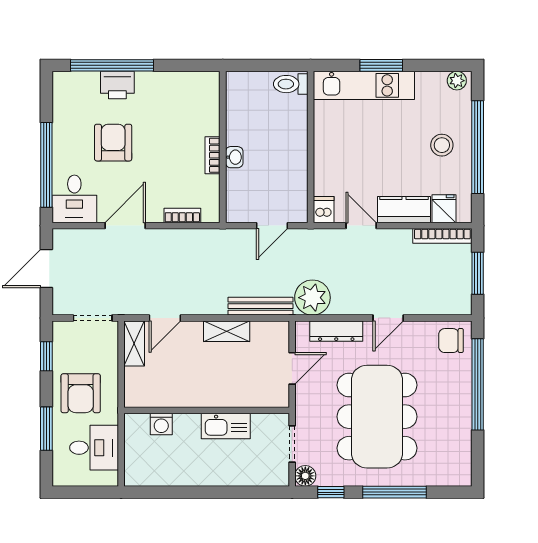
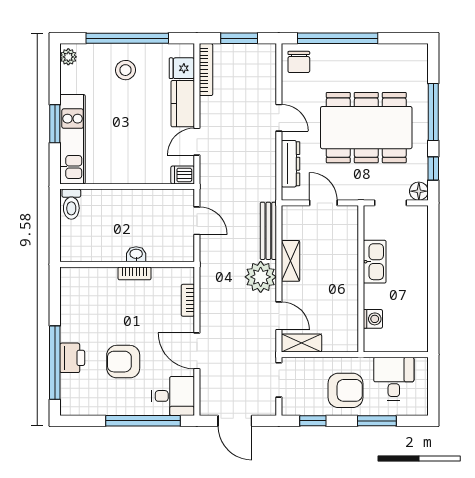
plant: (312, 298) -> (261, 277), moved

